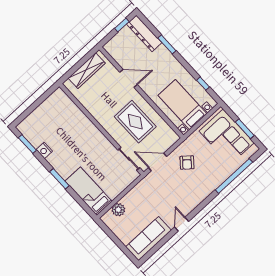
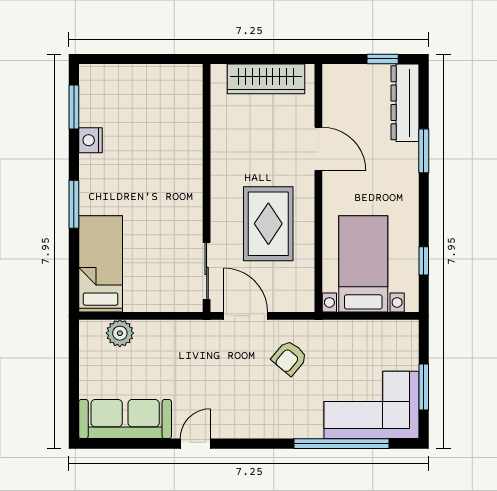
corner sofa: (227, 137) -> (371, 405), moved, turned 90

